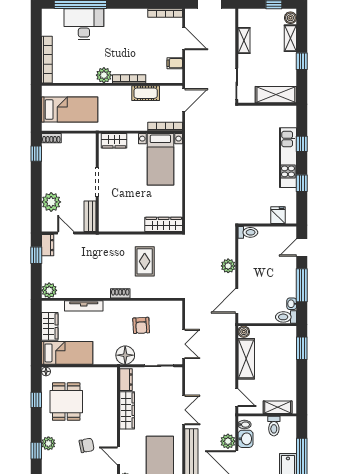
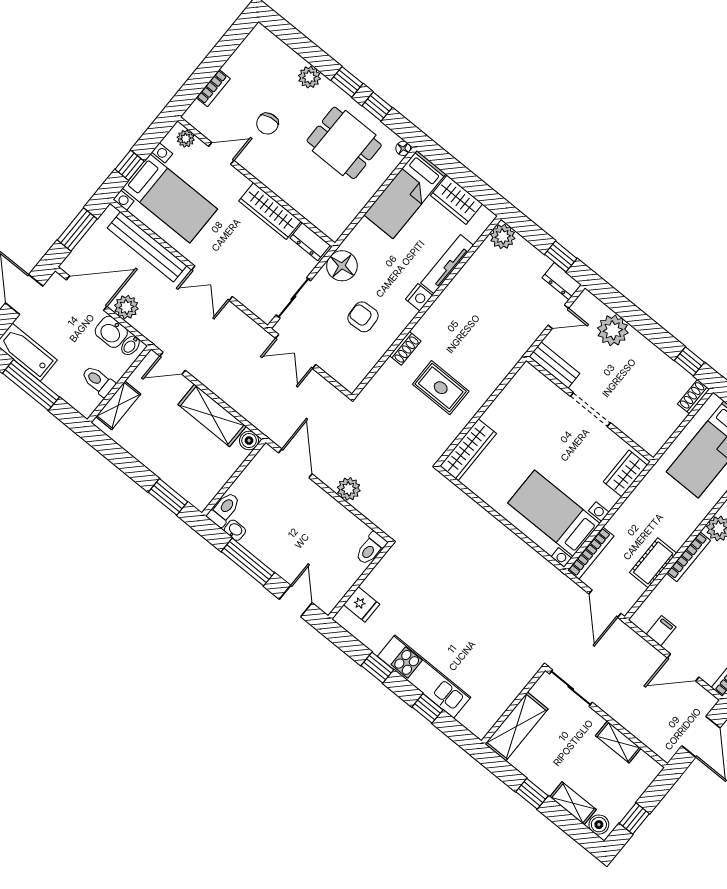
shoe rack: (120, 293) -> (405, 348), moved
nightstand: (110, 306) -> (419, 297), added
window: (36, 451) -> (347, 82), moved

